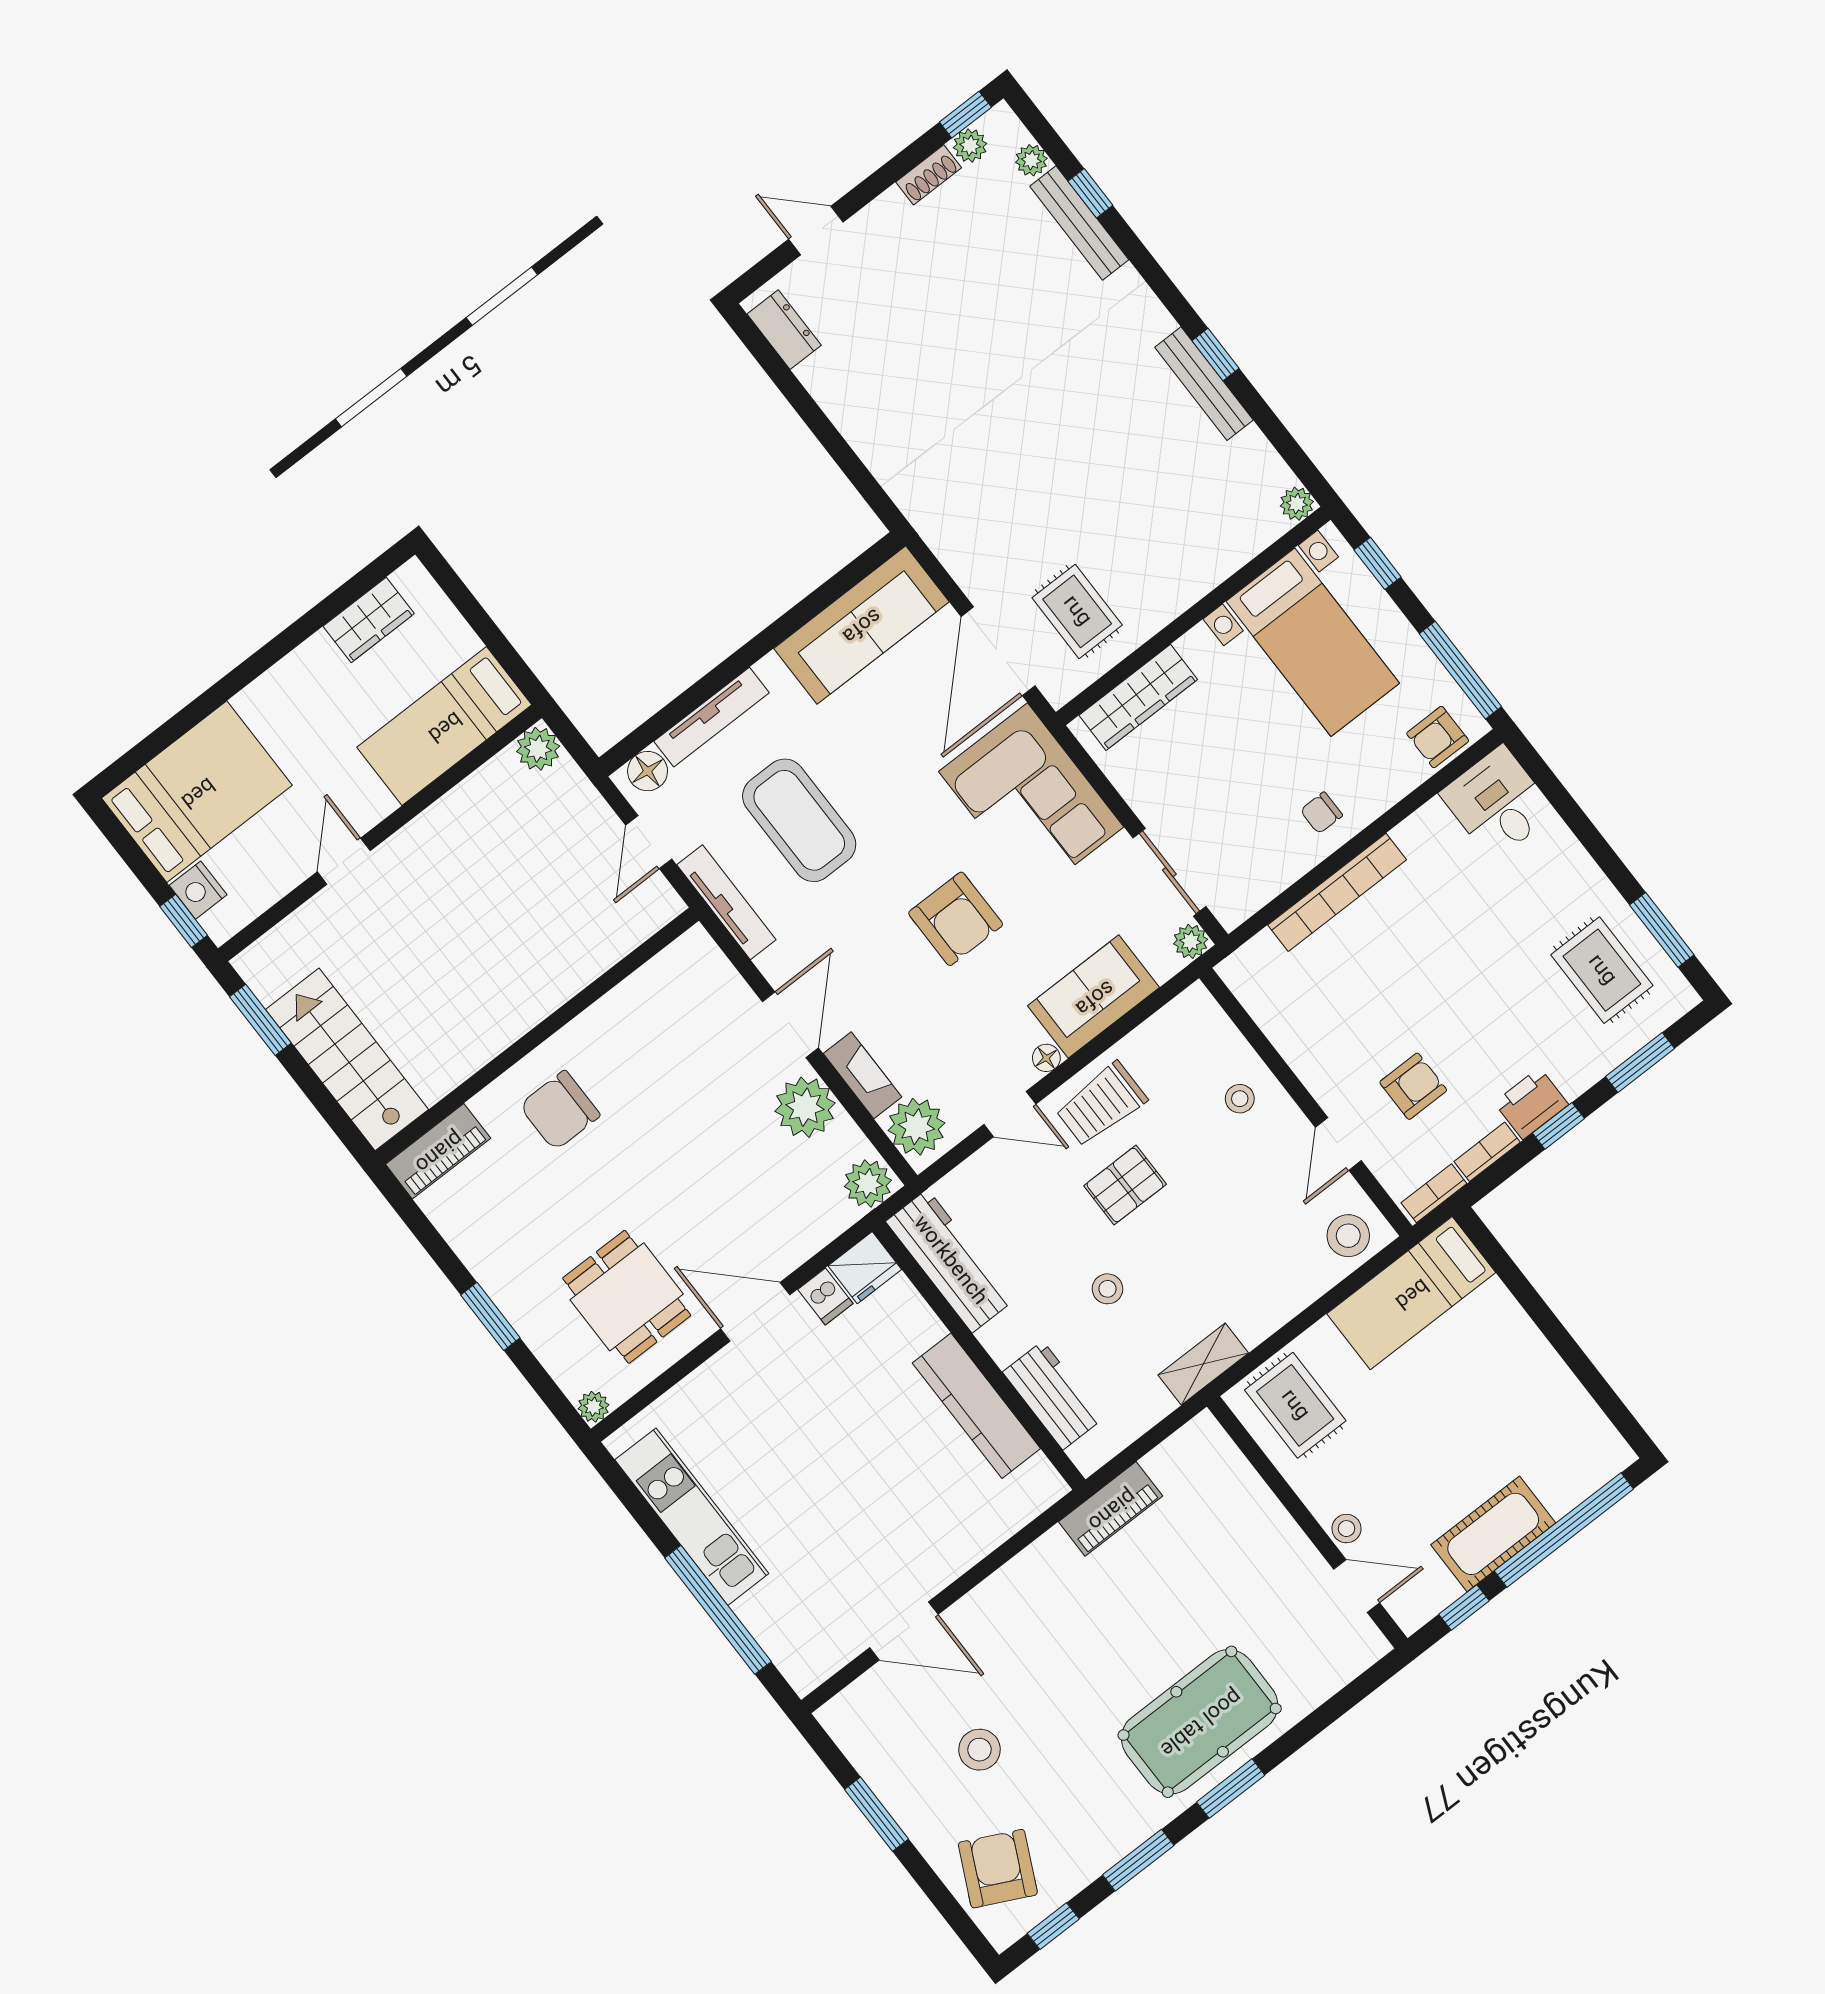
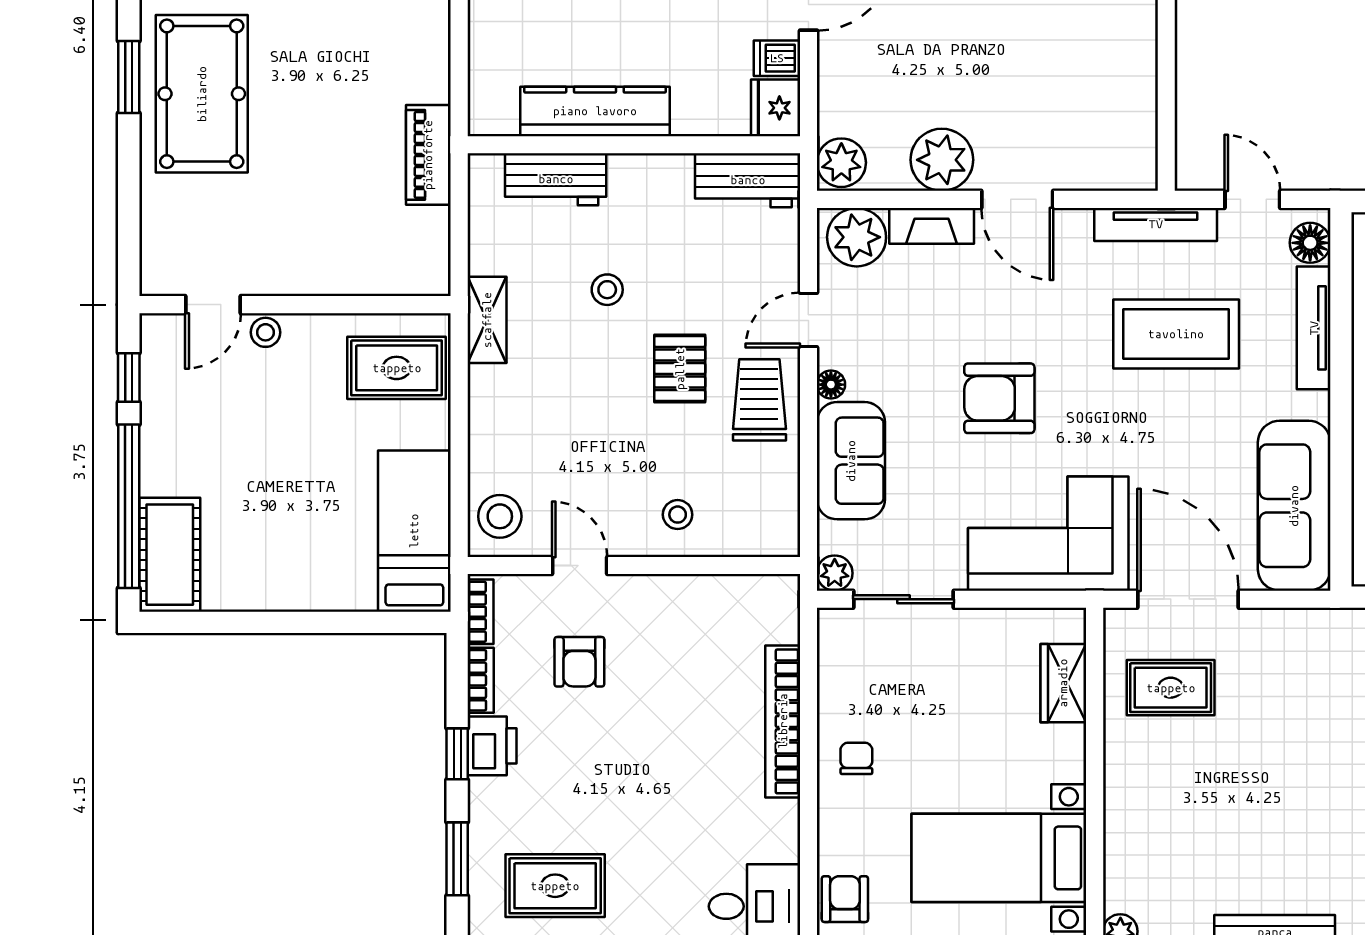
wardrobe: (1138, 697) -> (1063, 683), width x0.67
workbench: (950, 1261) -> (748, 180), width x0.73
cot: (1493, 1534) -> (170, 555), moved

